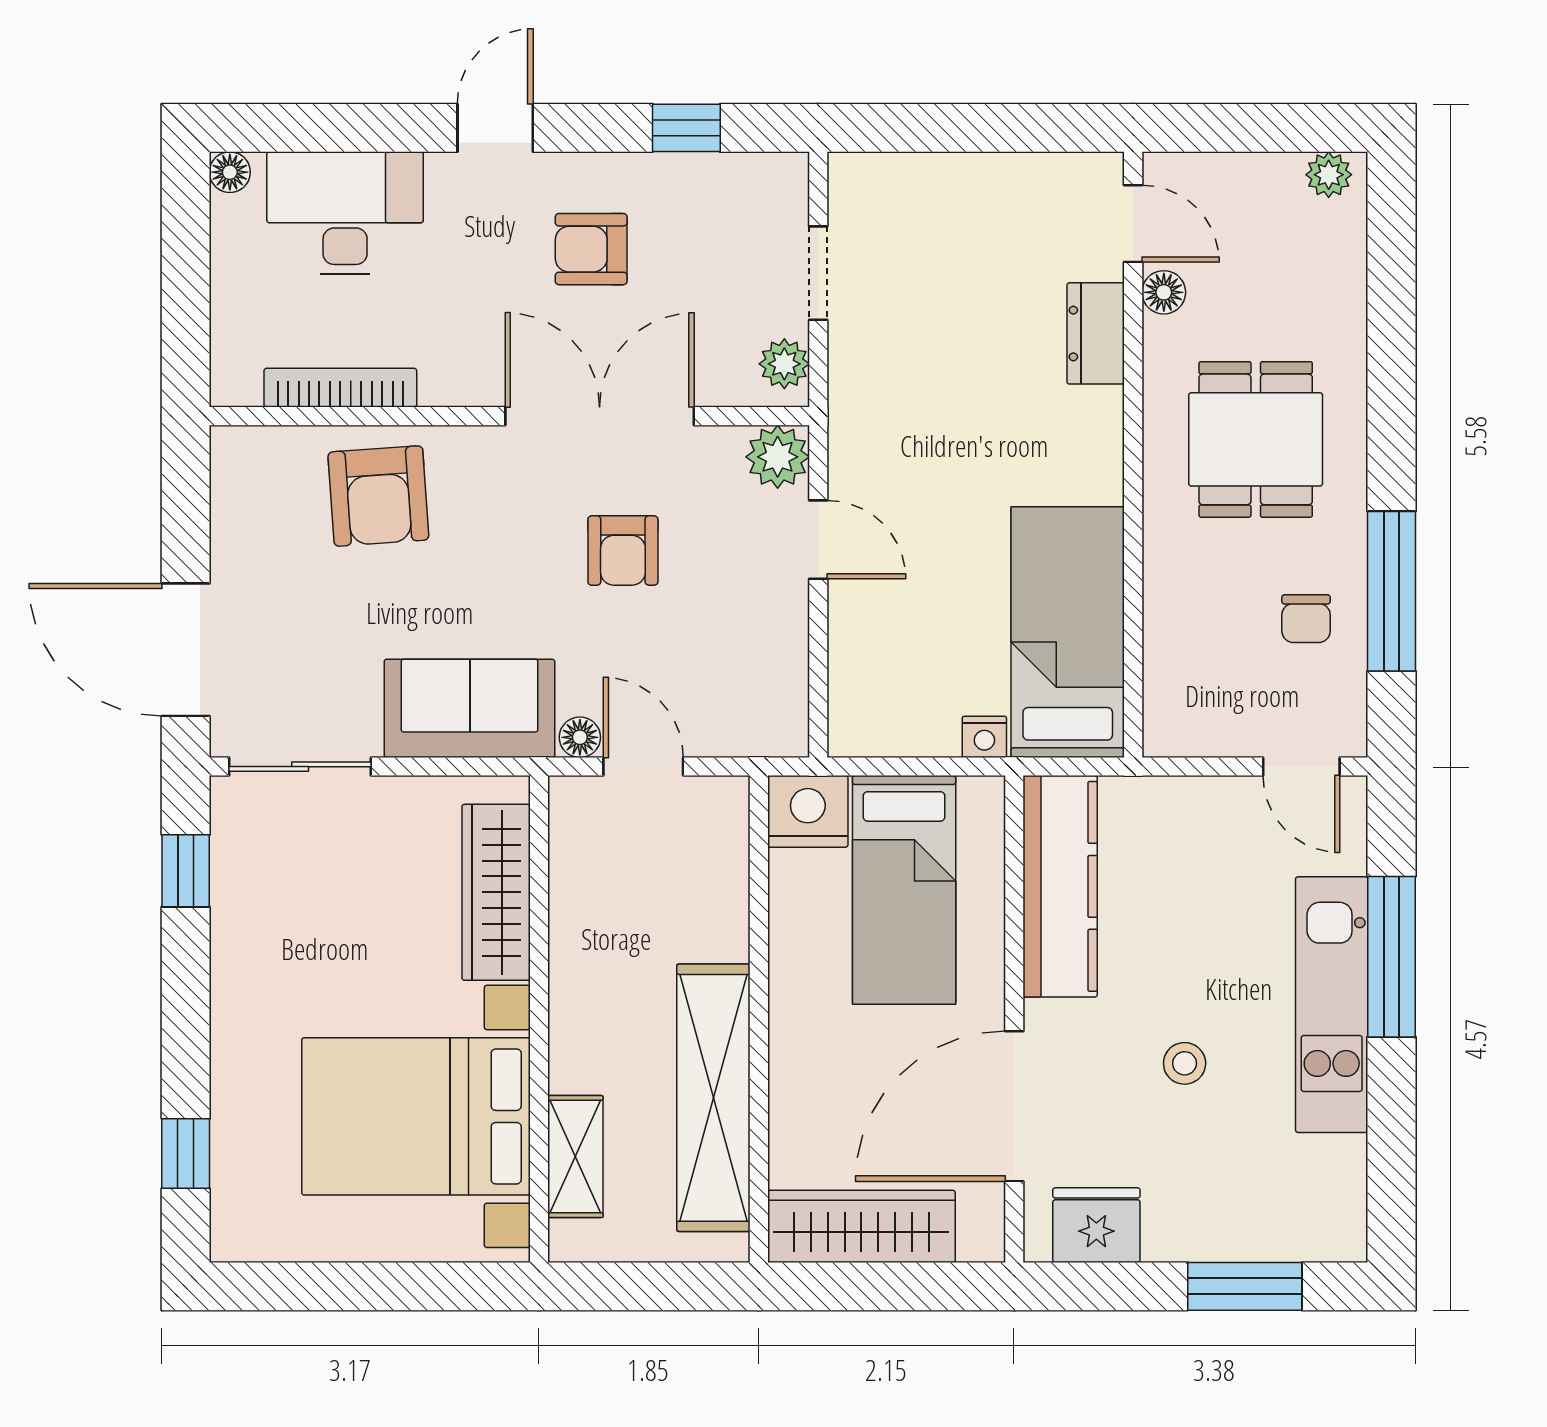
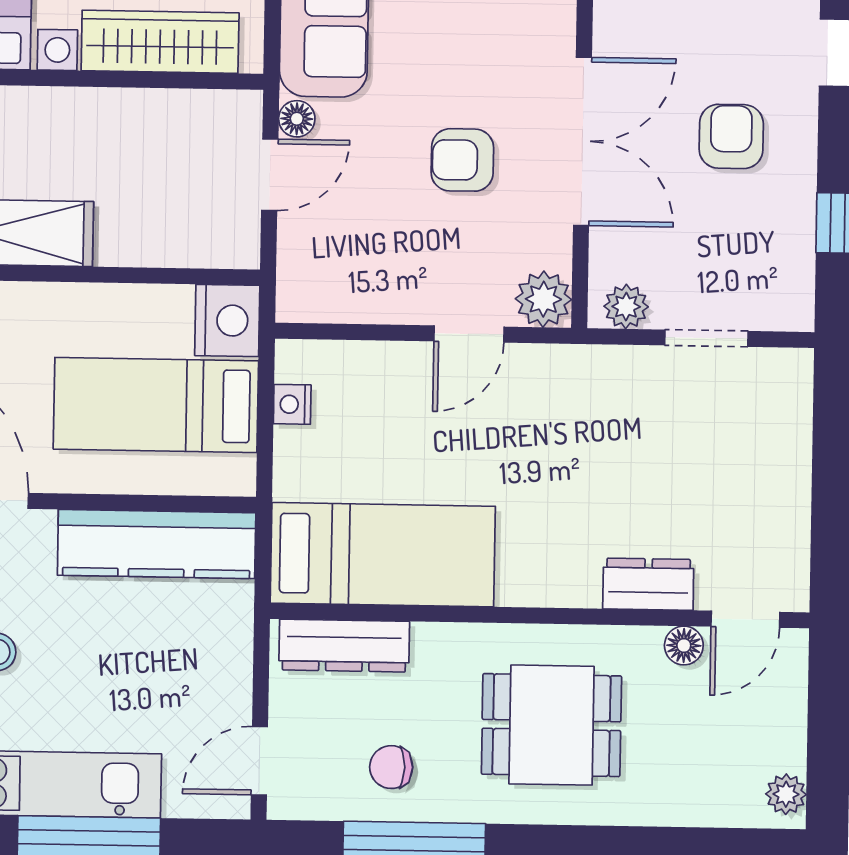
dresser: (1171, 674) -> (344, 646), added
nightstand: (984, 737) -> (292, 404), moved

